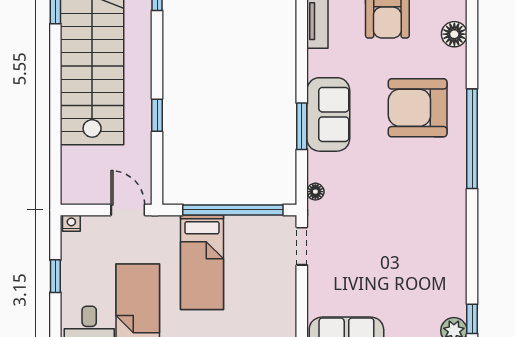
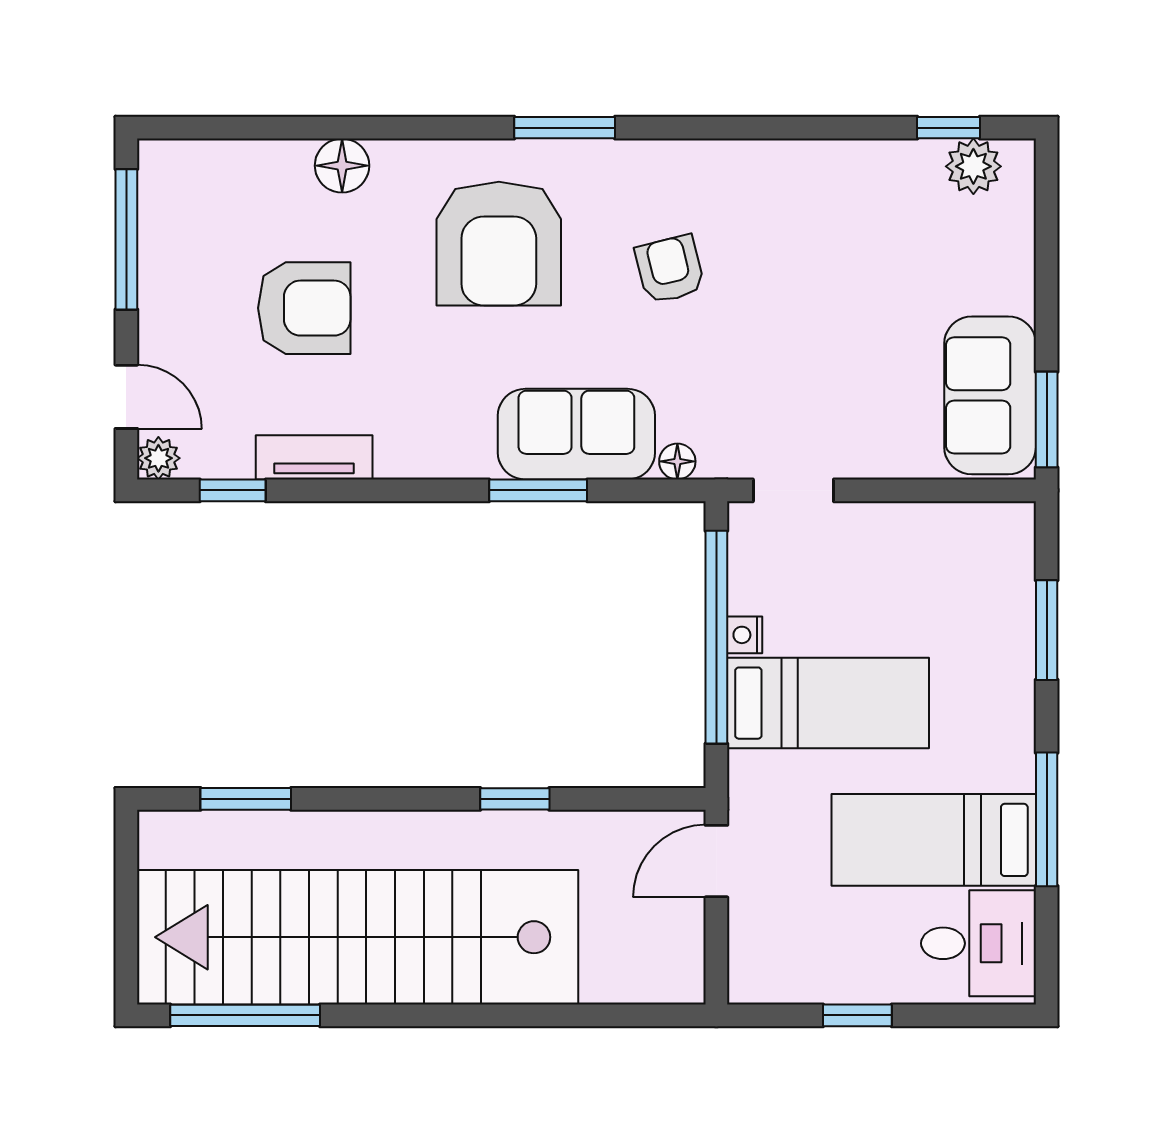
sofa: (328, 114) -> (576, 434), moved
window: (472, 139) -> (565, 128), width x0.47
armchair: (406, 188) -> (670, 269), added
nightstand: (71, 223) -> (745, 635), moved

